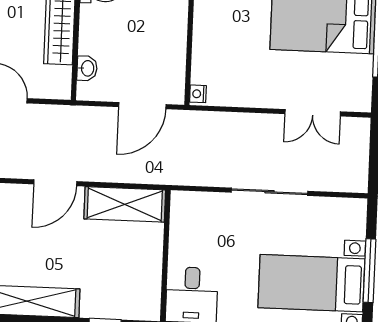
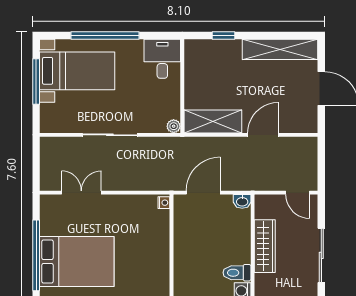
washbasin: (87, 68) -> (242, 201), moved, turned -90
plant: (180, 200) -> (174, 126), added

